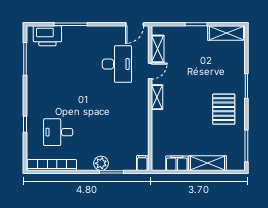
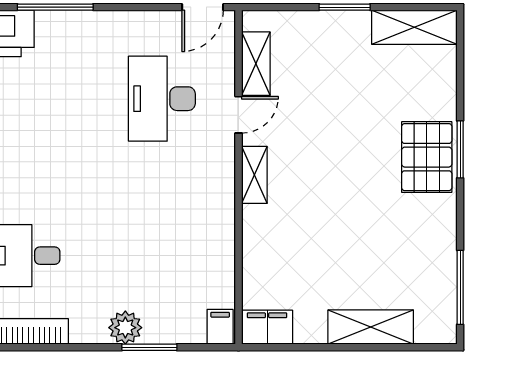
desk: (117, 64) -> (162, 99), turned 180
pallet: (224, 109) -> (427, 157), moved
filing cabinet: (177, 163) -> (267, 327), moved

